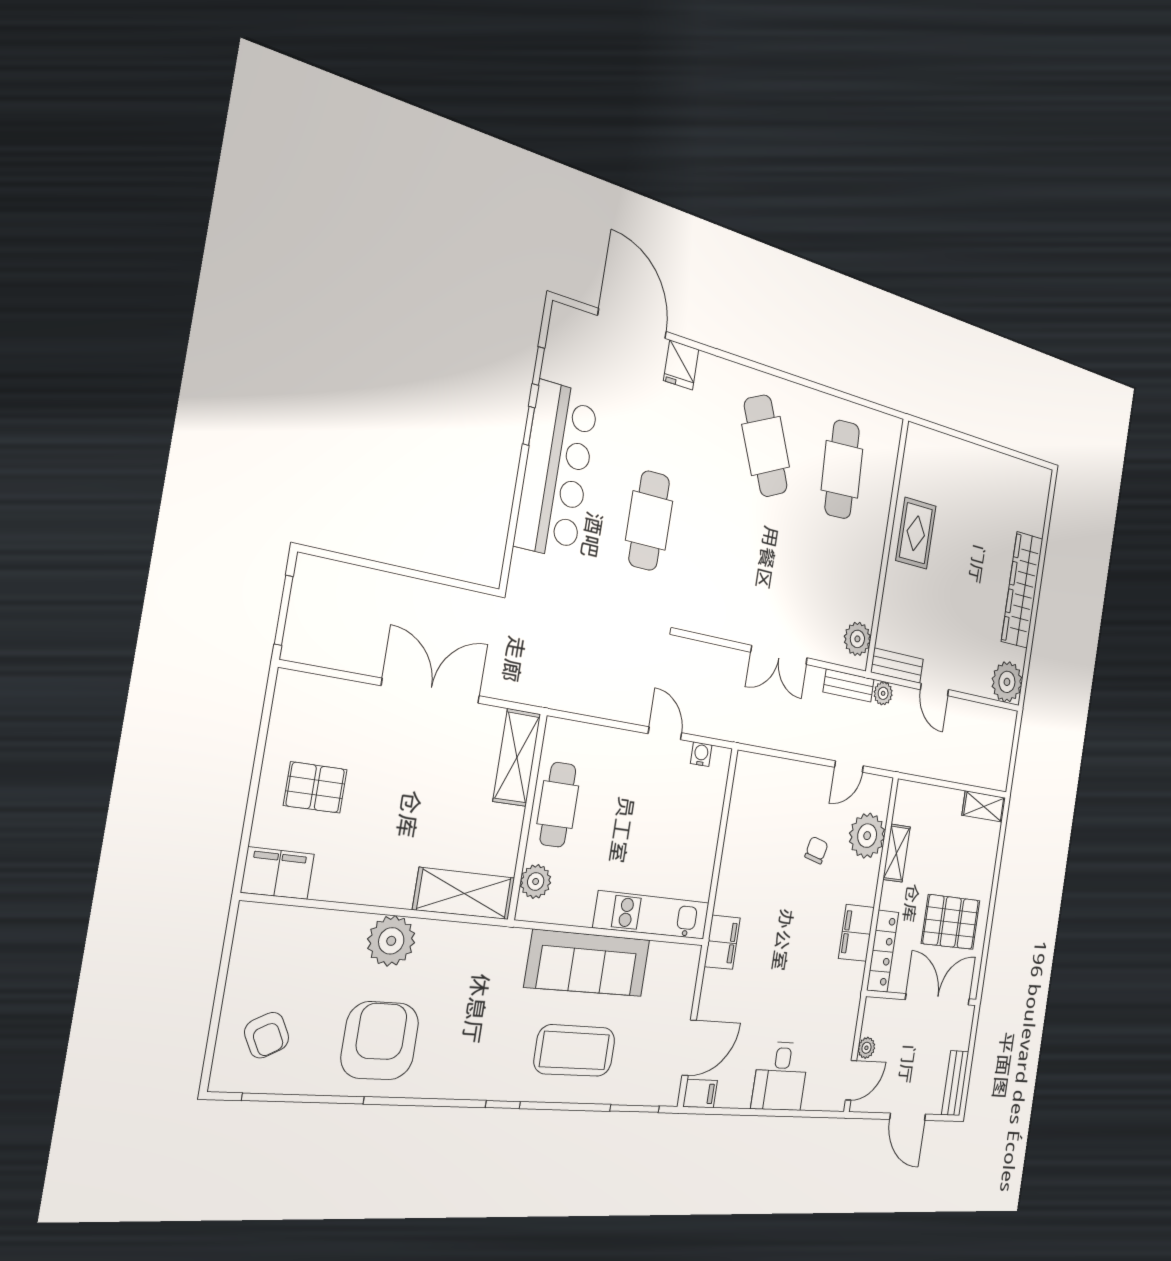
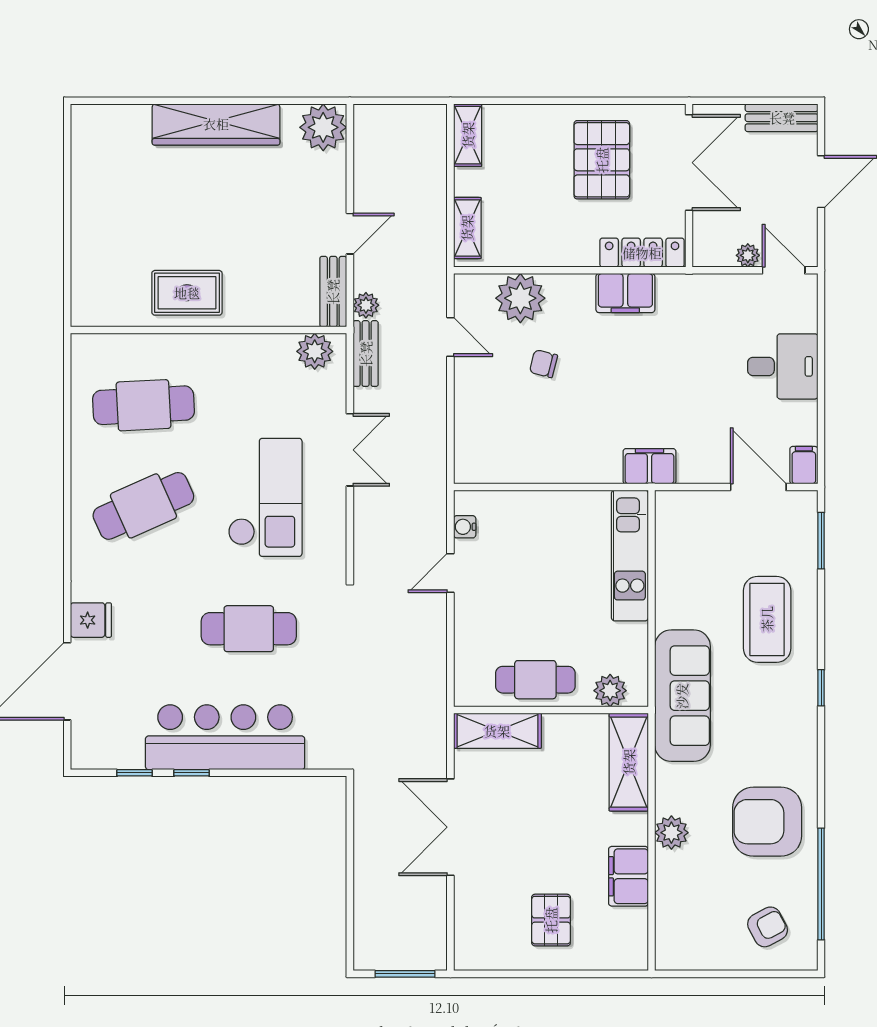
checkout: (755, 565) -> (265, 497), added
shelving: (897, 853) -> (467, 228), moved, turned 90
filing cabinet: (278, 873) -> (628, 876), moved
plant: (391, 941) -> (671, 833), width x0.73, depth x0.73
sofa: (588, 963) -> (682, 696), moved
double door: (938, 999) -> (689, 163), swing flipped

